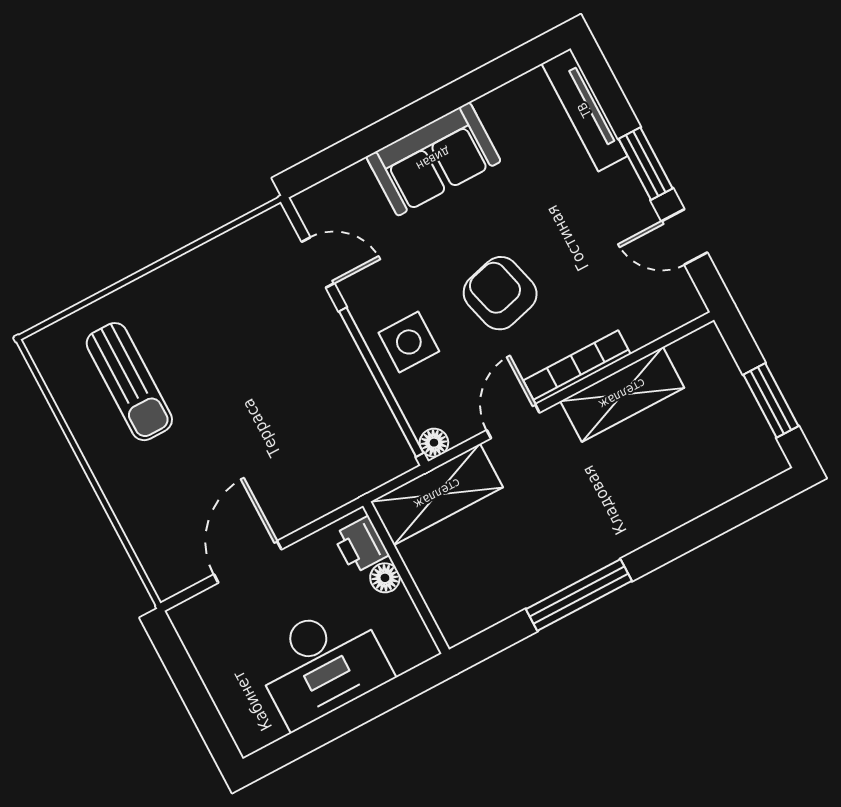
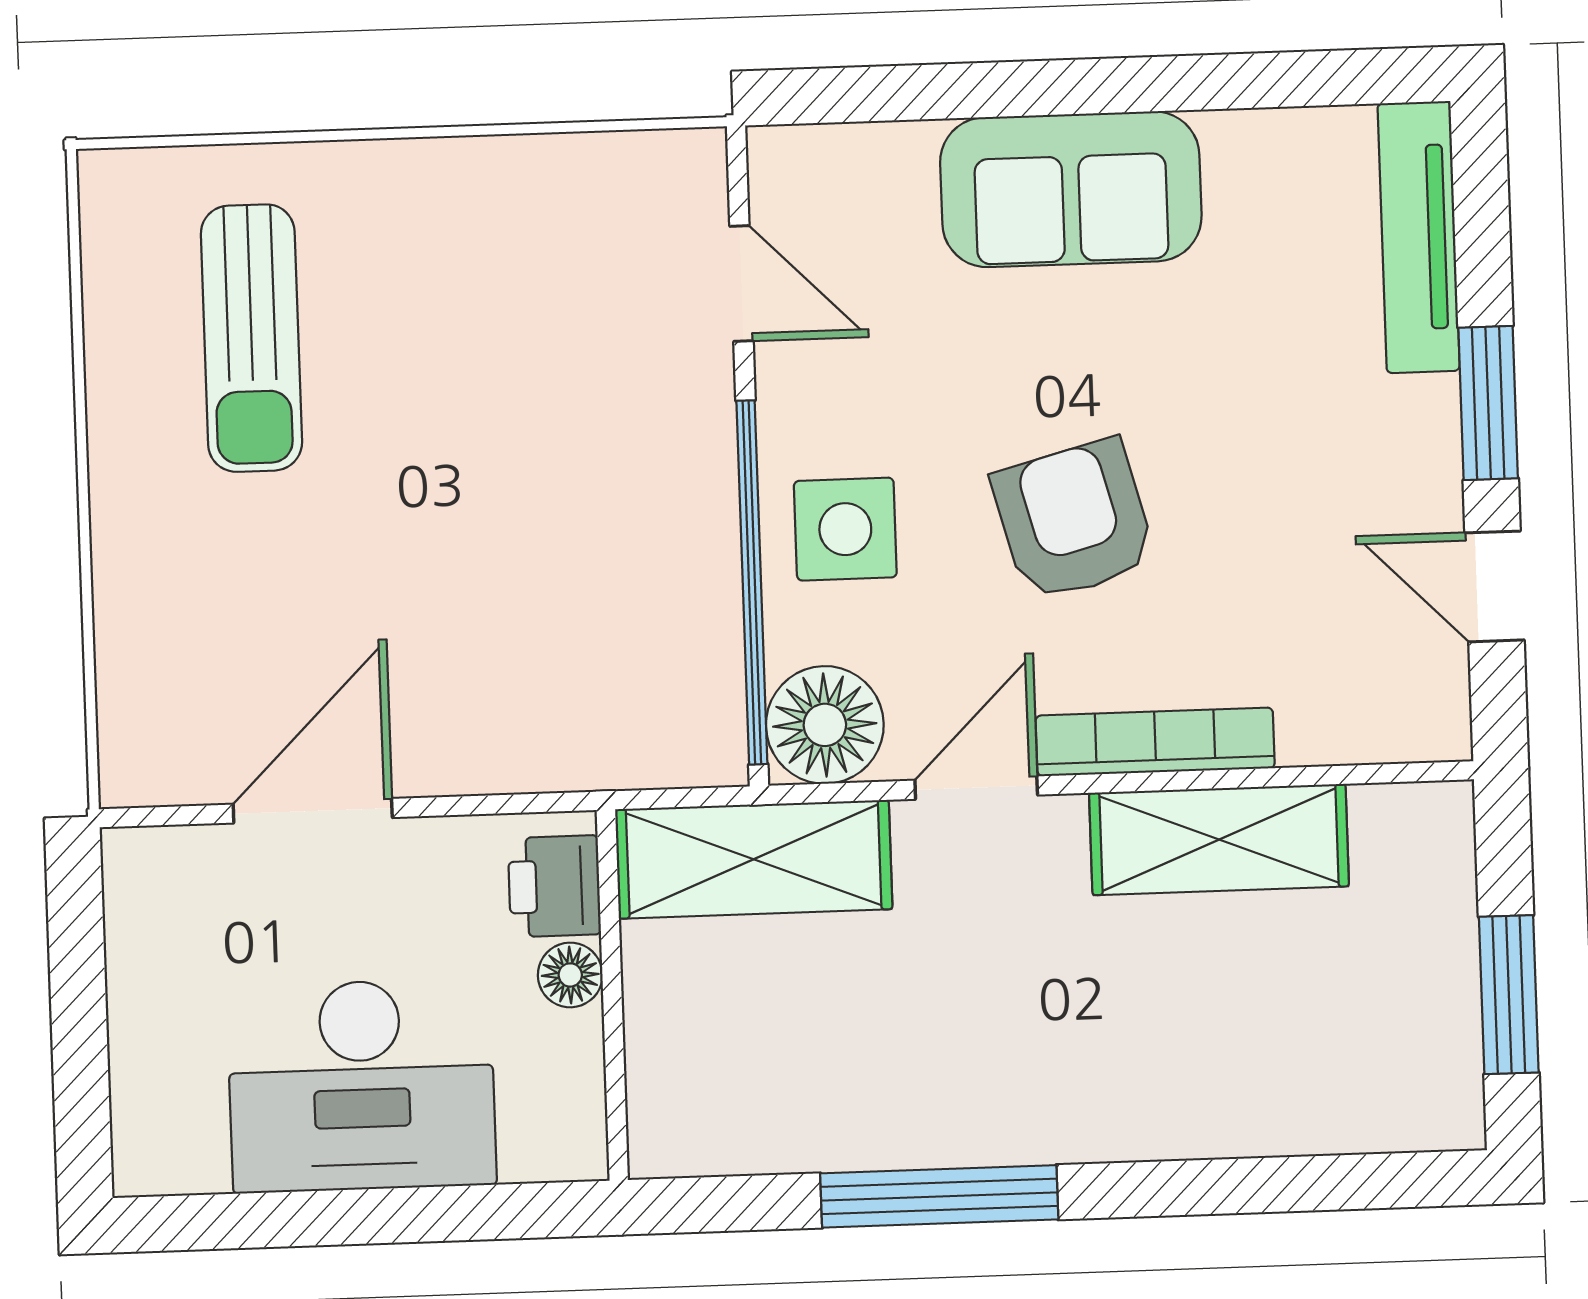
floor lamp: (434, 443) -> (825, 725), width x1.89, depth x1.89

